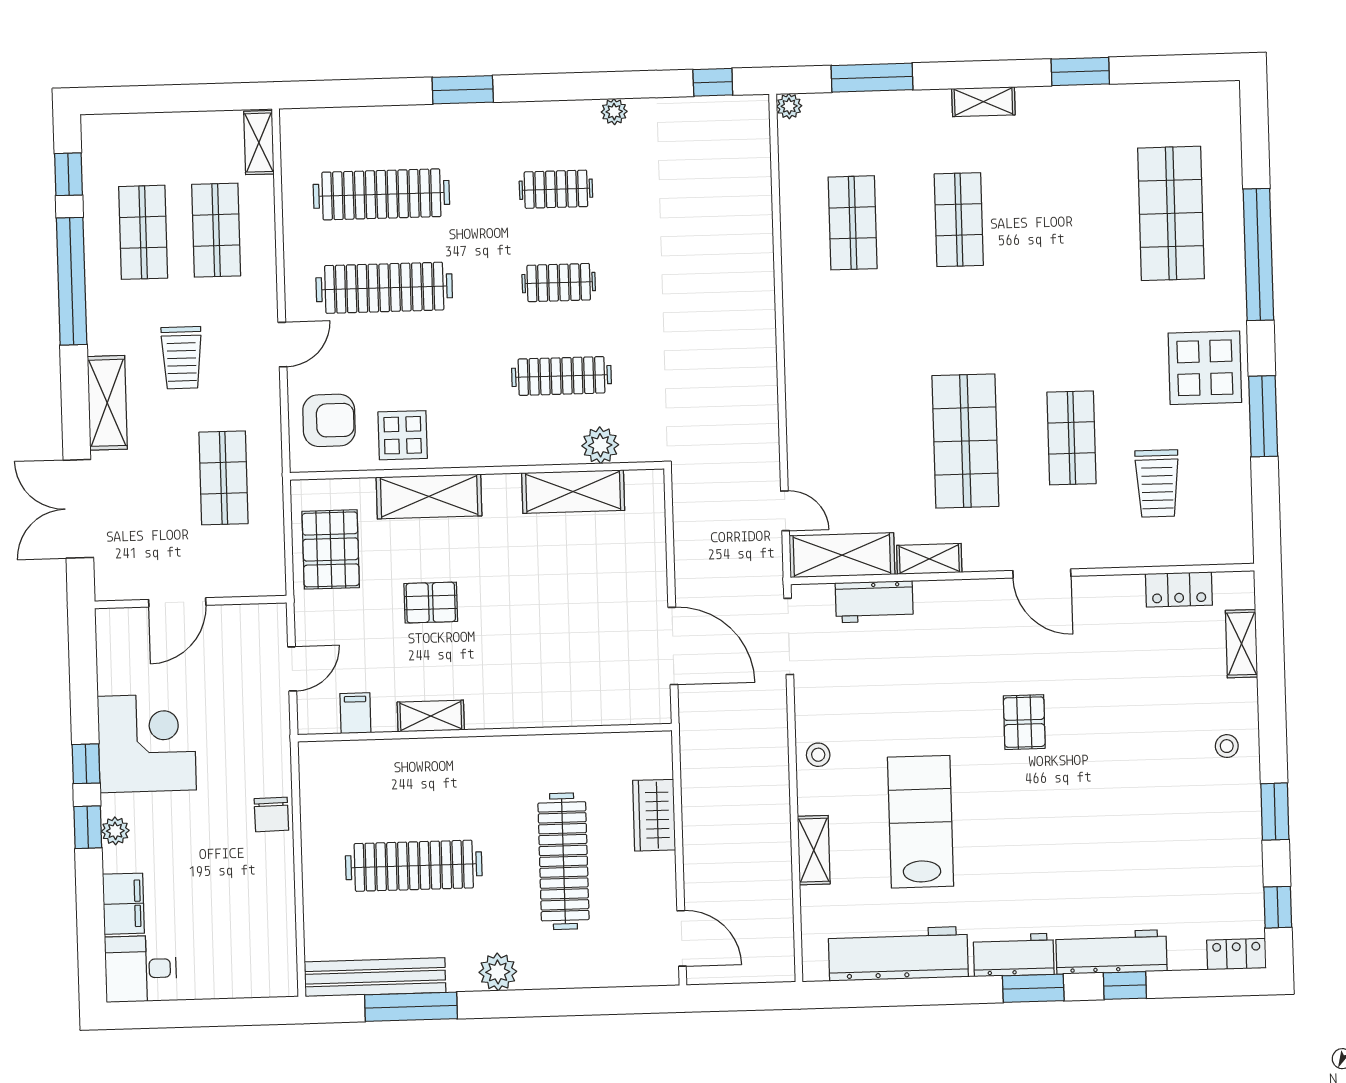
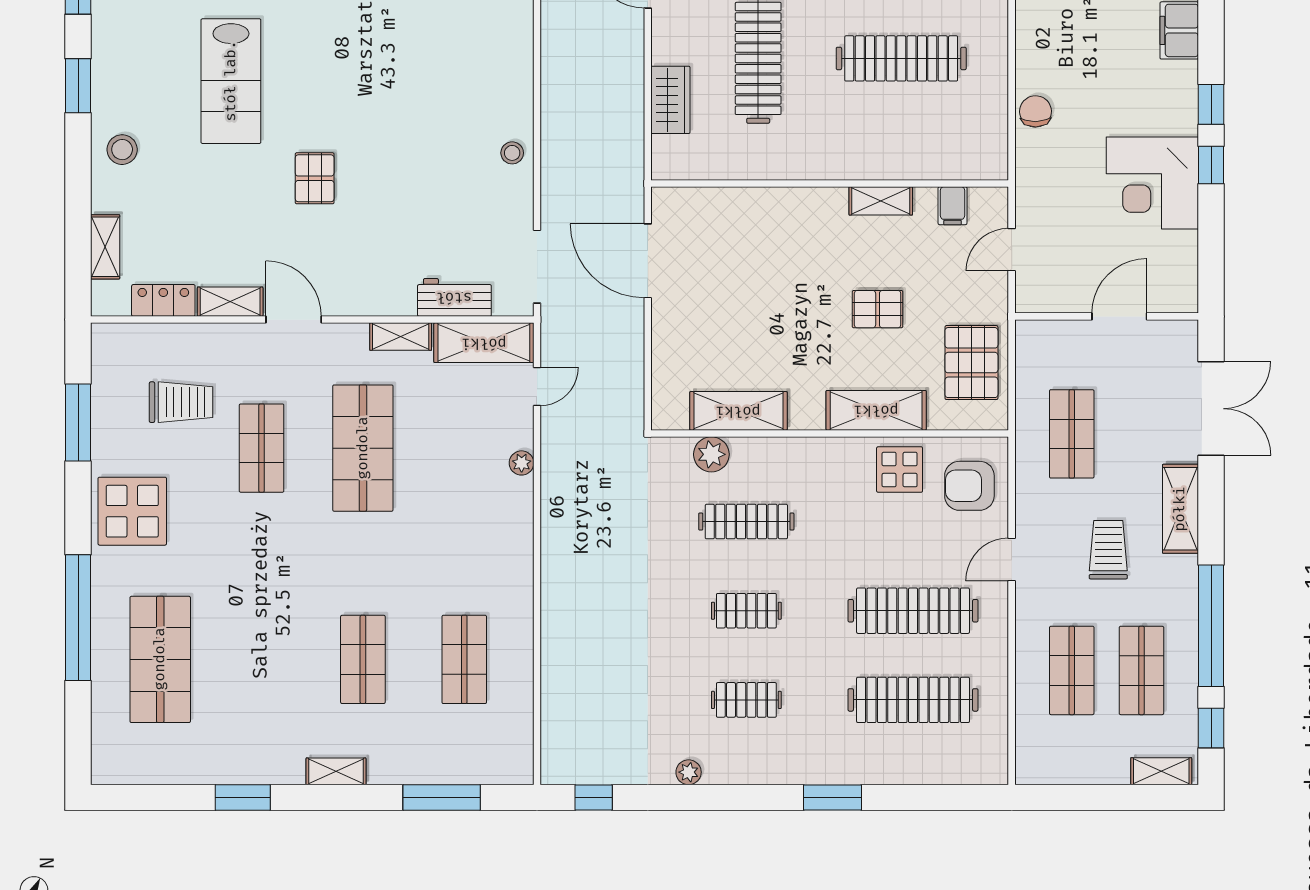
plant: (789, 106) -> (522, 463), moved
shelving: (259, 143) -> (1161, 771), moved, turned 90
window: (1263, 416) -> (78, 422), moved
trolley: (1157, 483) -> (181, 402), turned 90
door: (785, 511) -> (537, 387), swing flipped
stool: (1227, 746) -> (122, 150), width x1.37, depth x1.37
lab bench: (921, 822) -> (231, 81), moved
plant: (115, 831) -> (1185, 100), removed
shelving: (814, 850) -> (230, 302), moved, turned 90

